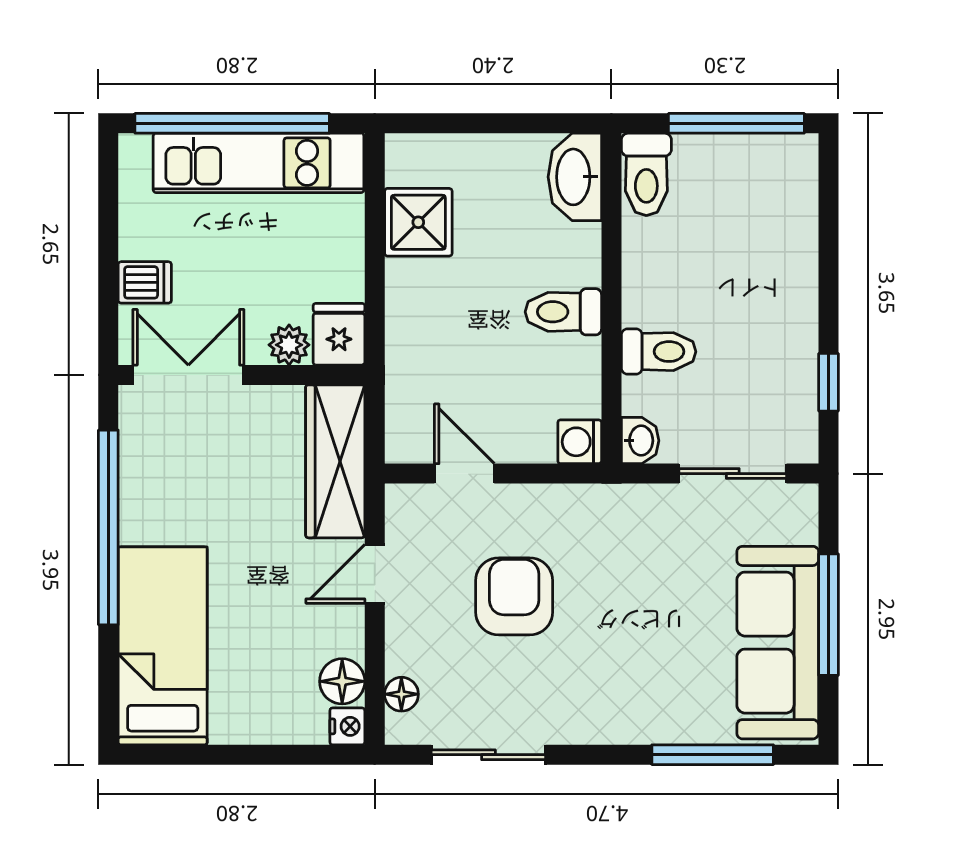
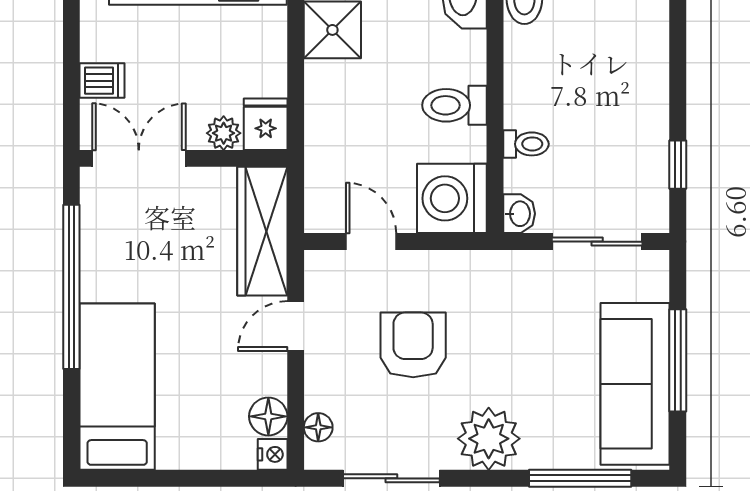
toilet: (659, 352) -> (526, 144), width x0.73, depth x0.72
washing machine: (580, 442) -> (452, 198), width x1.89, depth x1.89
plant: (604, 708) -> (489, 439), added

